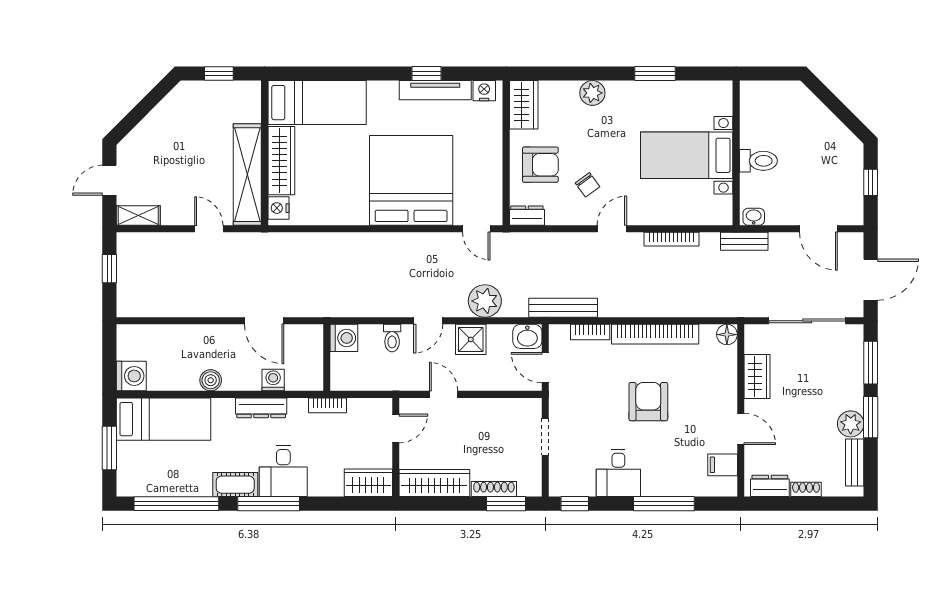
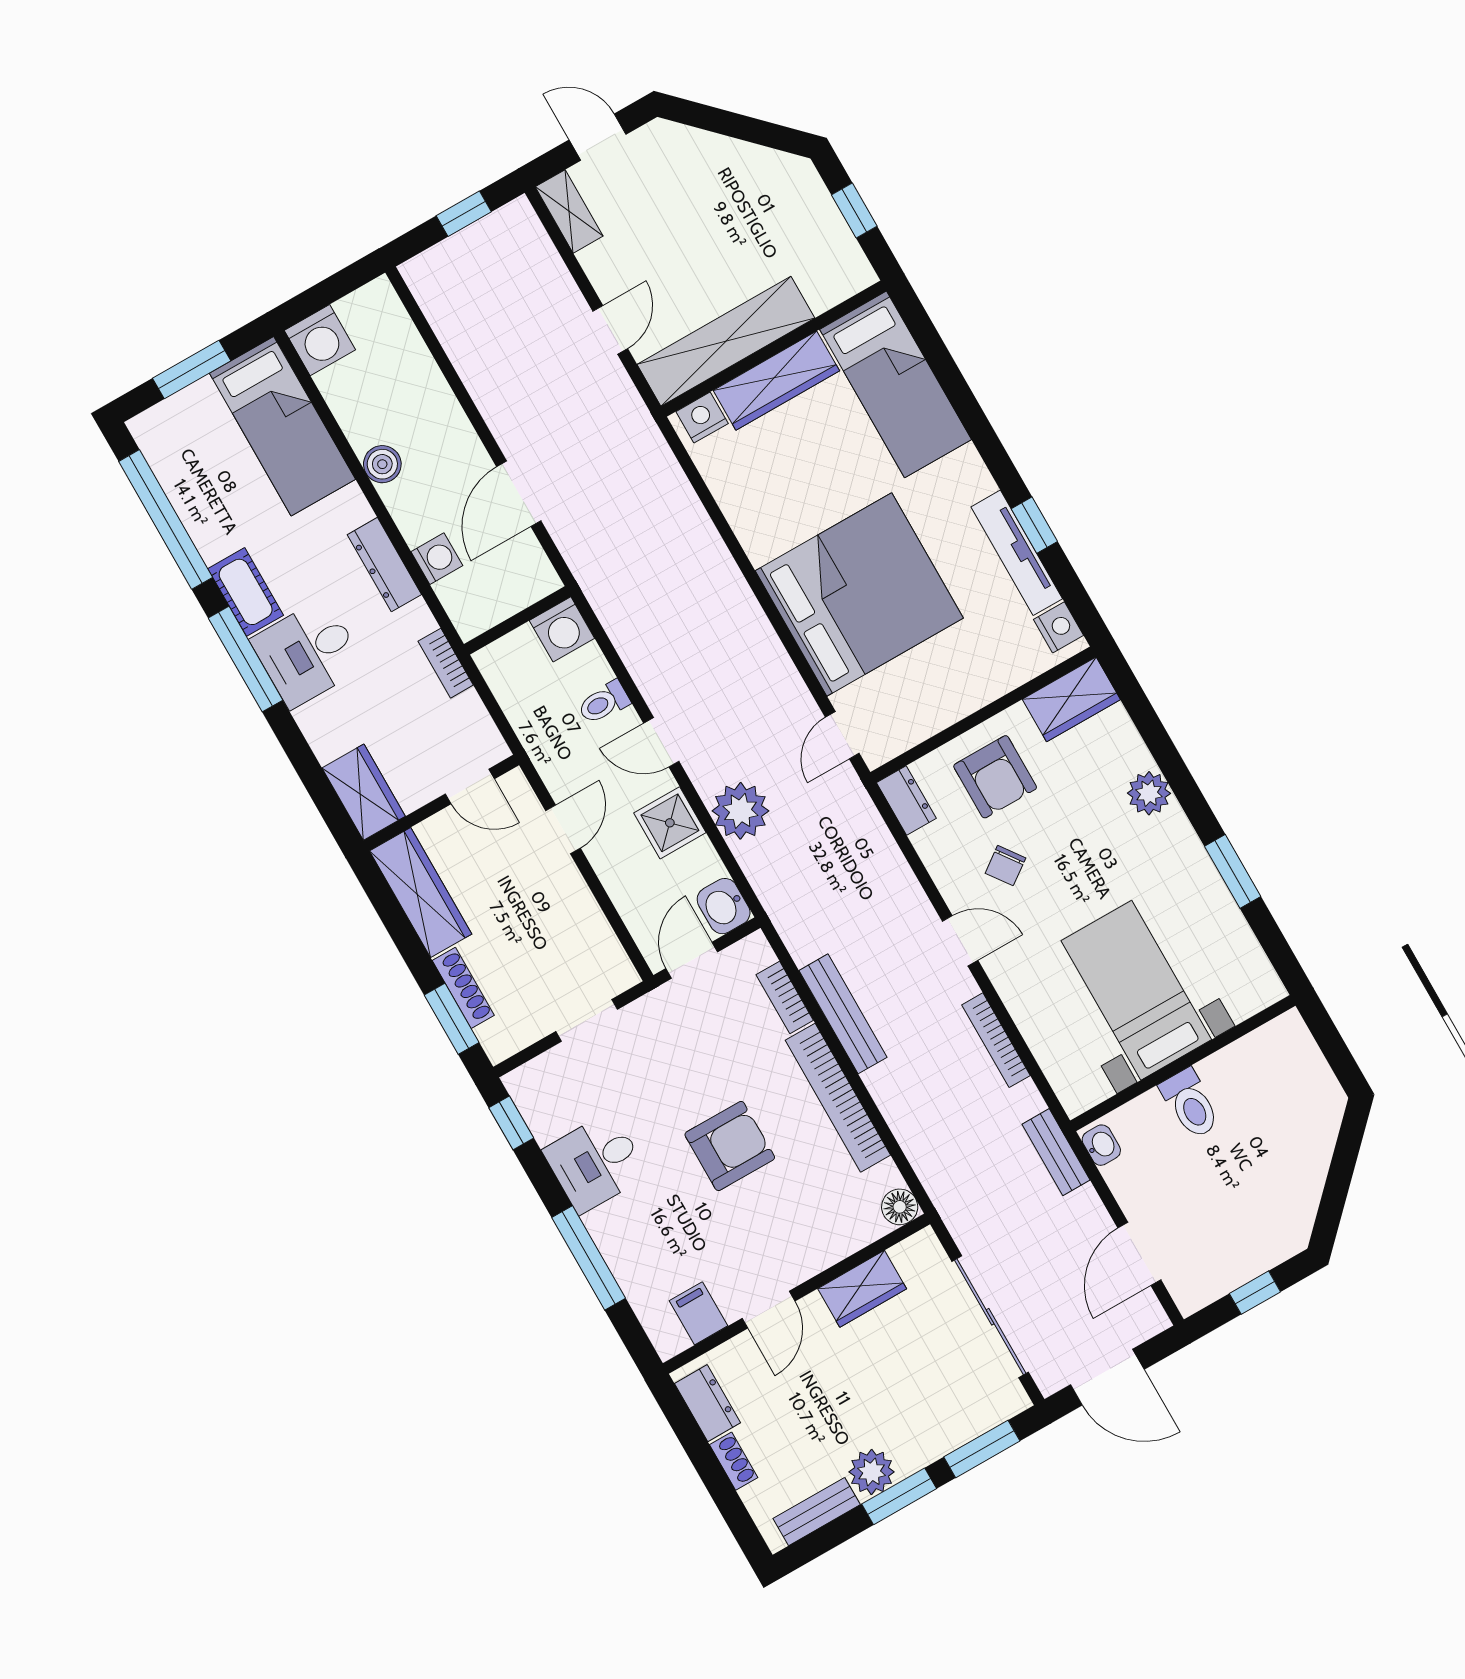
bench: (563, 308) -> (843, 1014), moved

